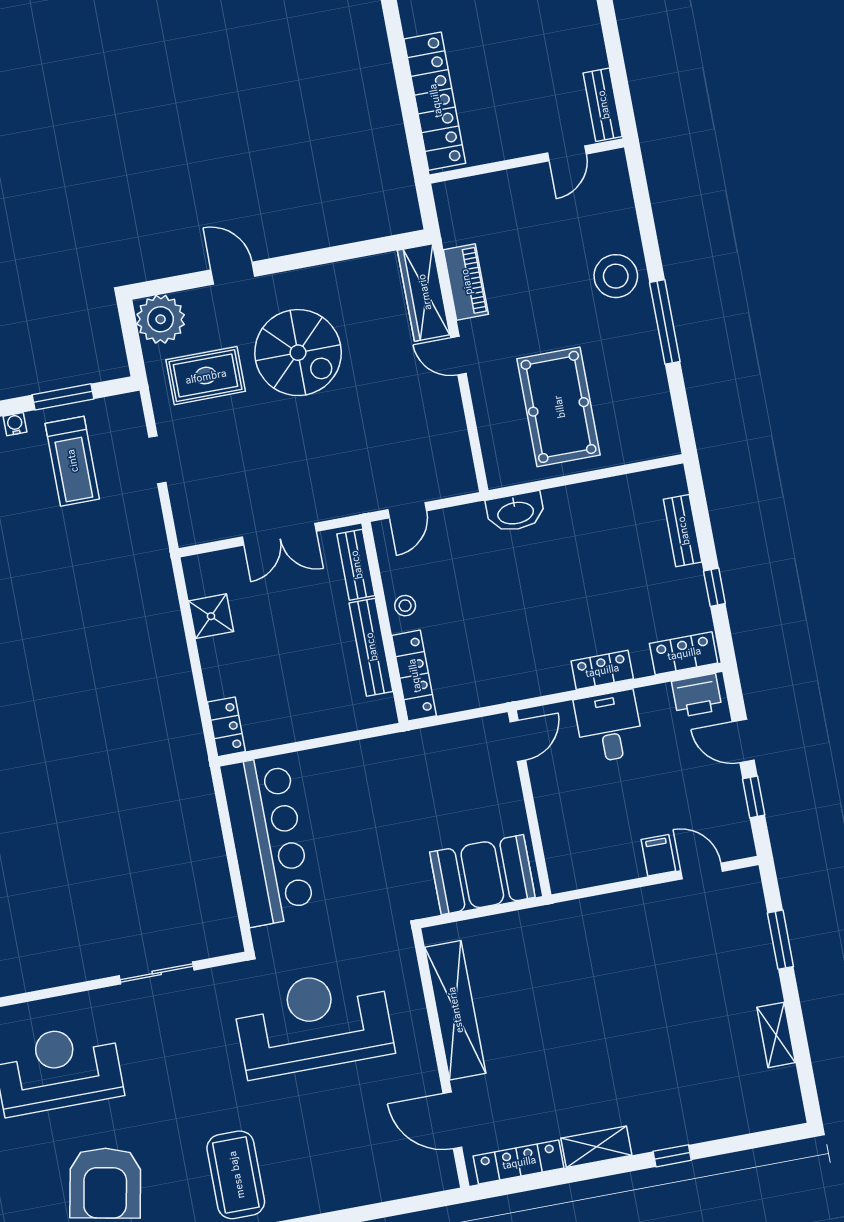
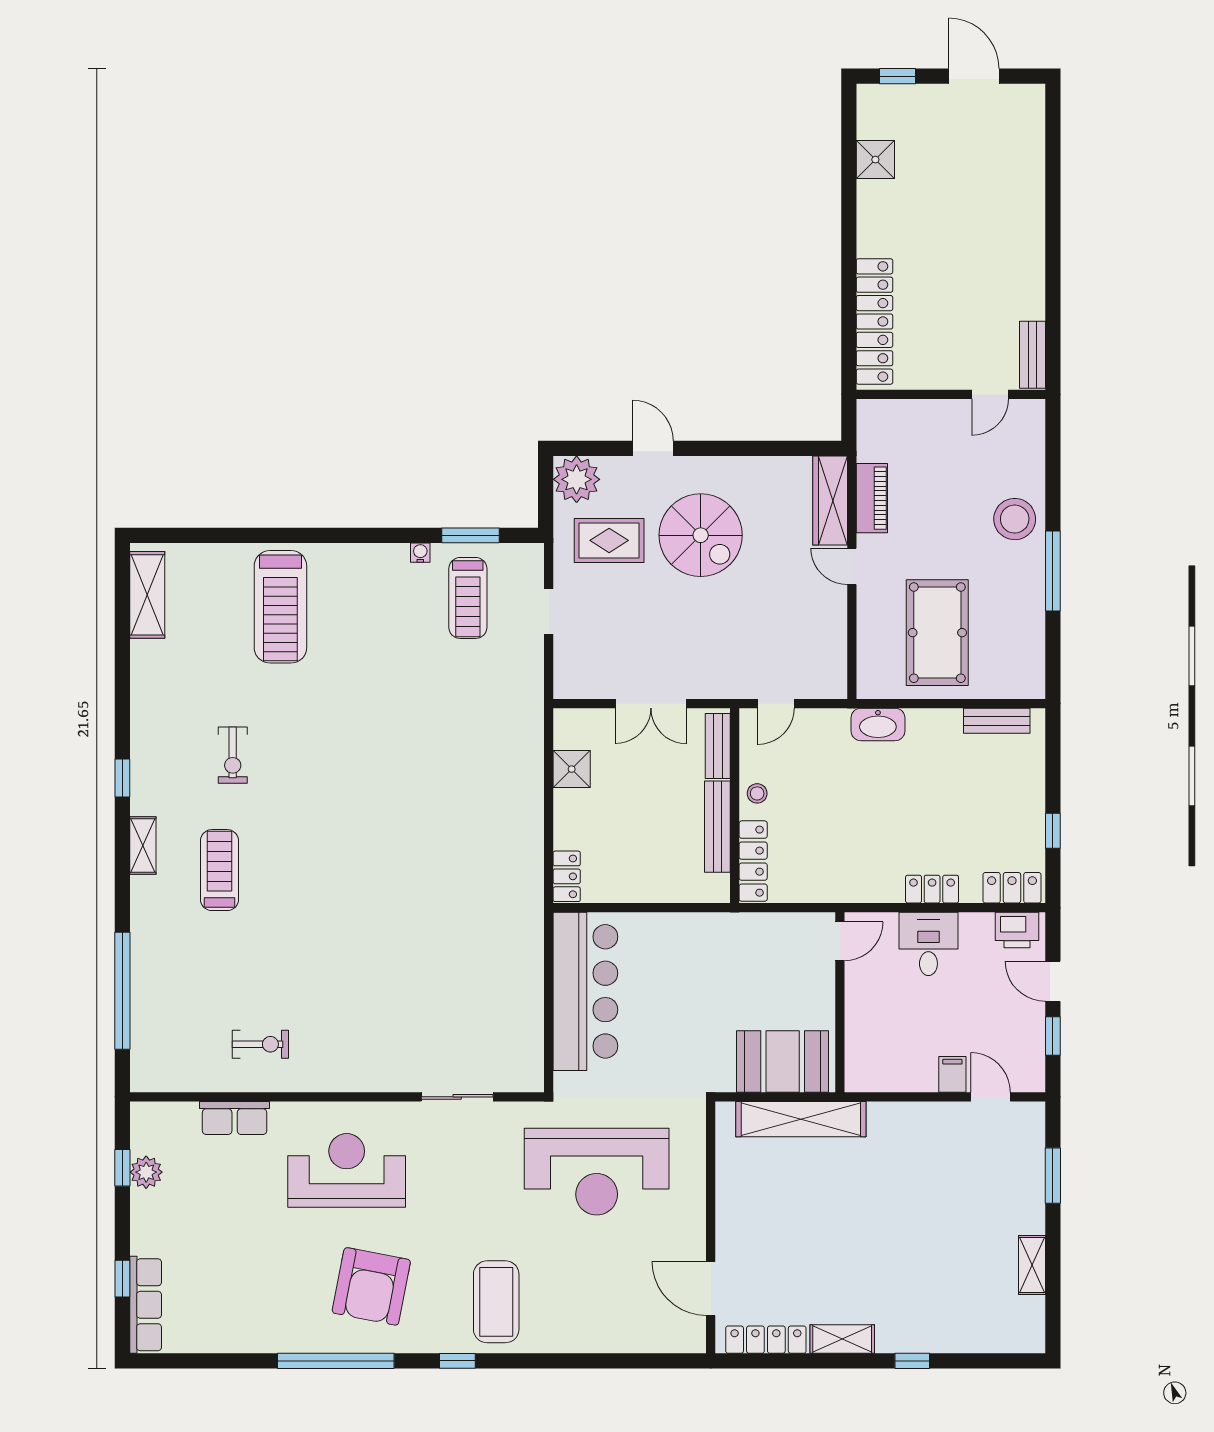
bench: (683, 531) -> (997, 721), moved, turned 90
shelving: (455, 1010) -> (801, 1119), moved, turned 90
reception desk: (313, 1023) -> (597, 1172), turned 180

